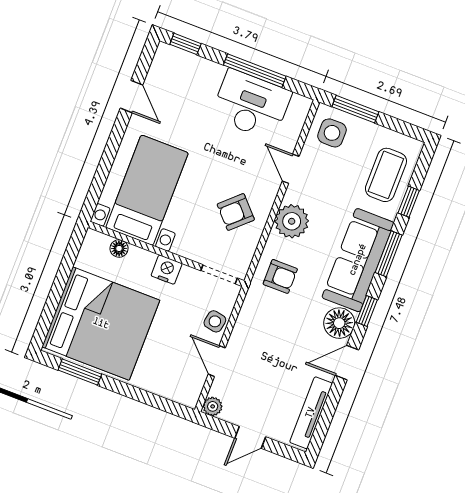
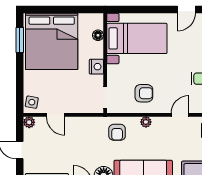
armchair: (236, 212) -> (144, 93), turned 133
plant: (292, 221) -> (146, 122), width x0.53, depth x0.53
side table: (215, 321) -> (32, 102), moved
door: (217, 361) -> (56, 115), swing flipped

